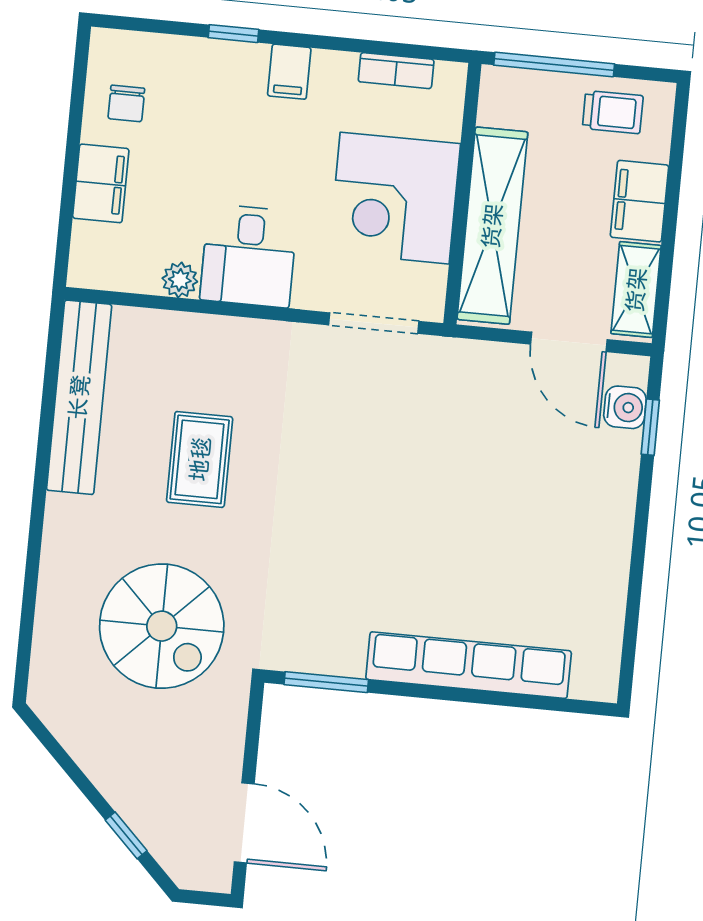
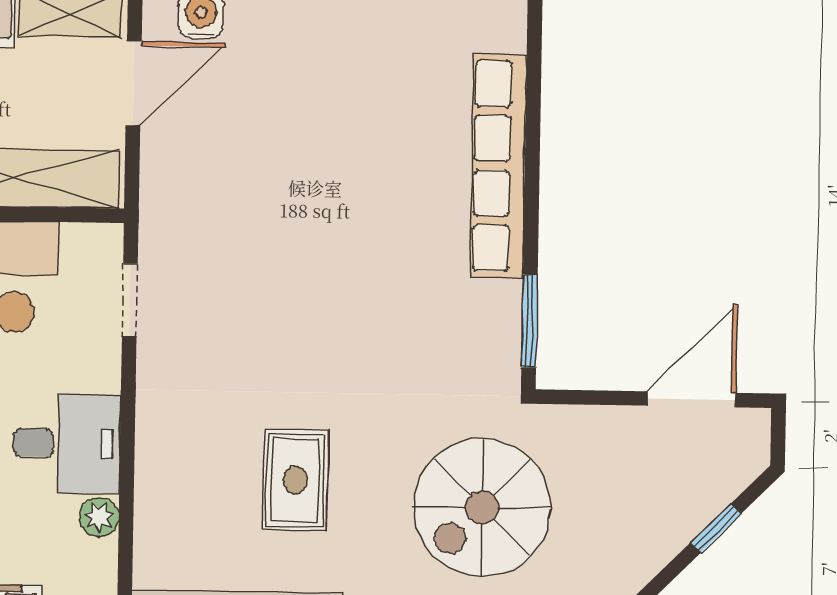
doorway: (374, 323) -> (130, 300), width x0.73
rug: (200, 459) -> (295, 480), turned 90
spiral stairs: (162, 626) -> (482, 507), turned 180

